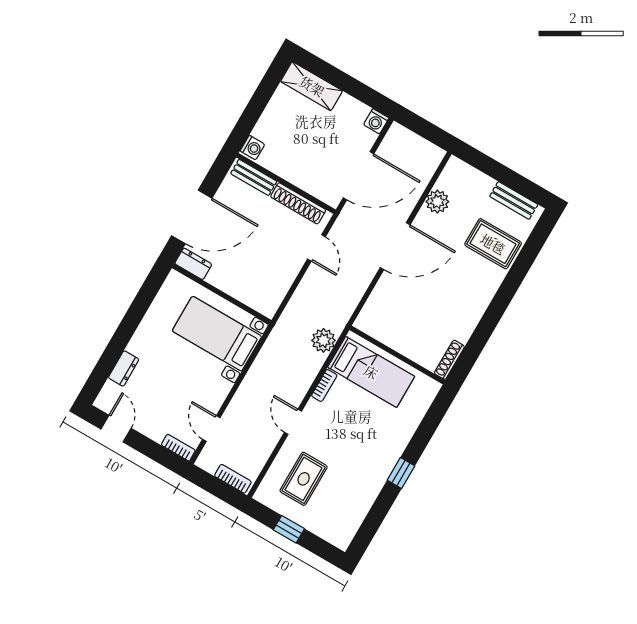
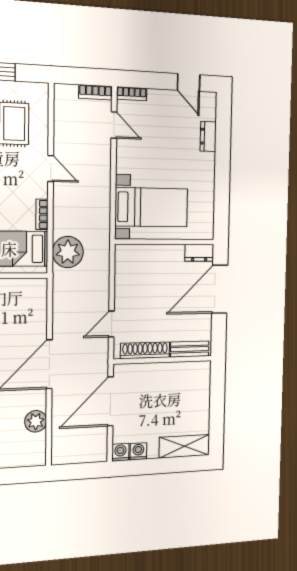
washing machine: (252, 148) -> (138, 451), moved, turned 90
door: (316, 248) -> (111, 324), hinge flipped
plant: (323, 340) -> (68, 252), width x1.36, depth x1.36
bookcase: (233, 479) -> (95, 92), moved

